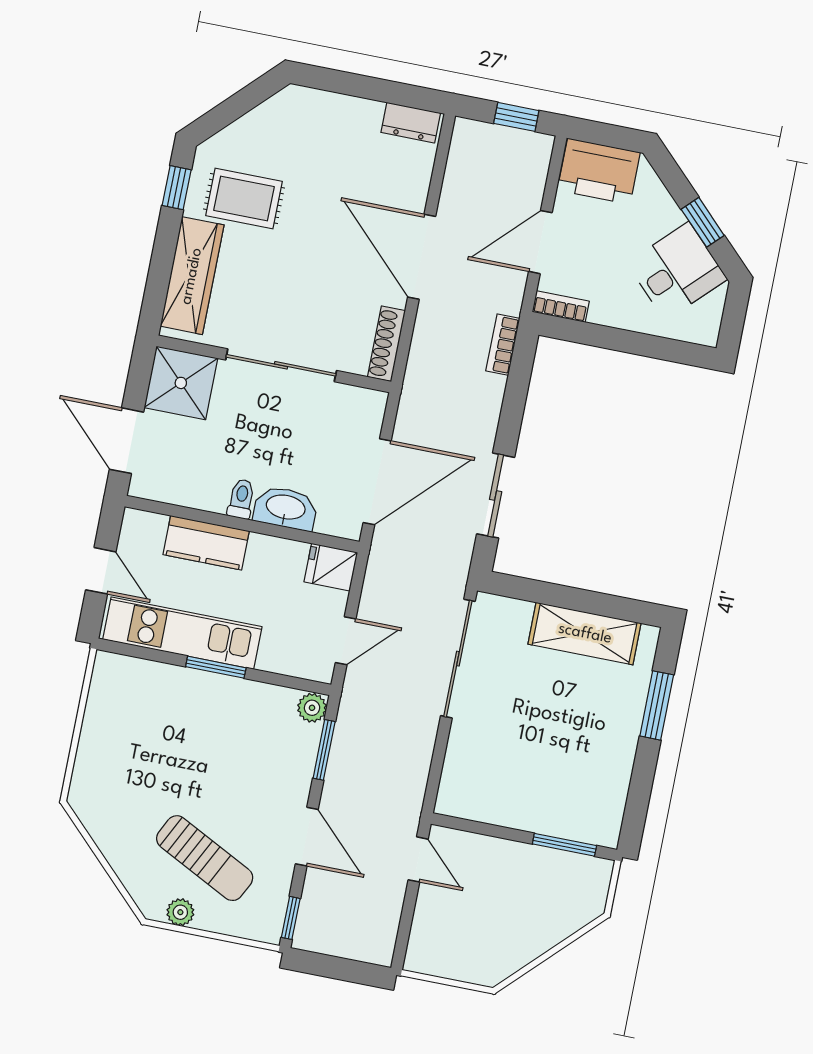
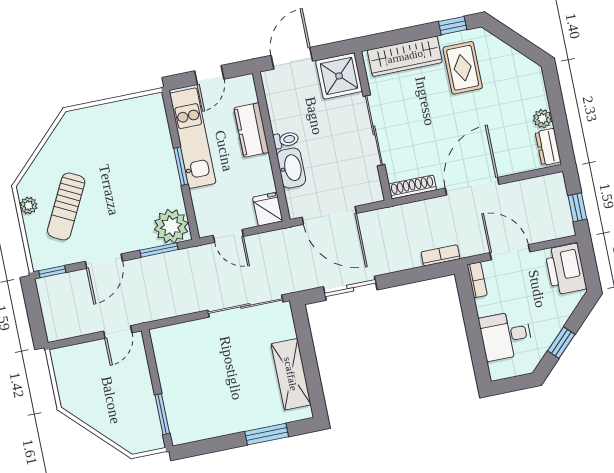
plant: (366, 113) -> (543, 119), added
desk: (677, 271) -> (506, 336), moved, turned 135
plant: (312, 708) -> (171, 226), width x1.87, depth x1.87

